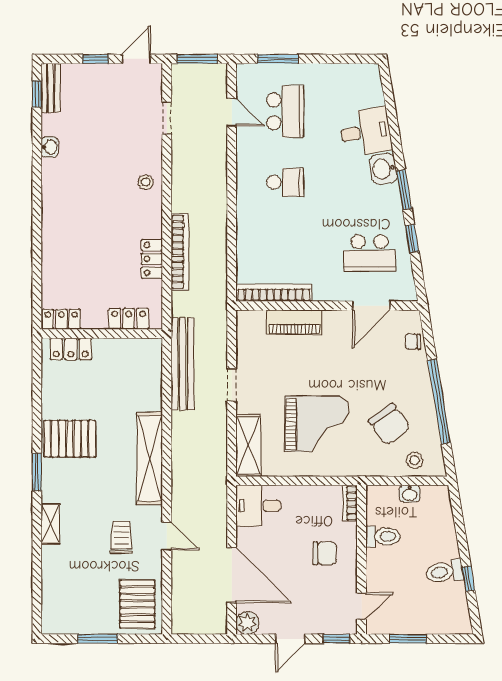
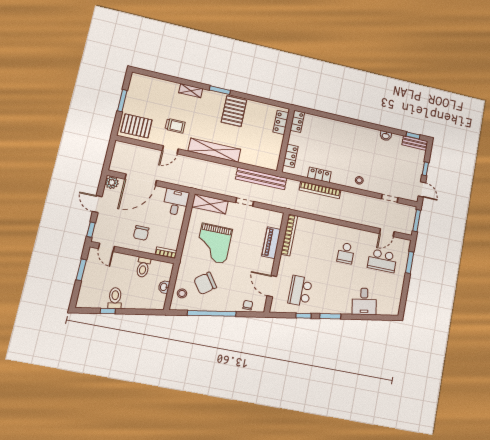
washbasin: (383, 169) -> (343, 307), removed

